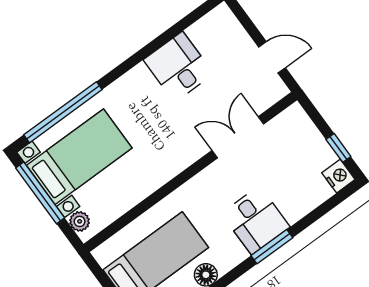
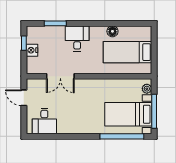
desk: (179, 67) -> (44, 121), moved
nightstand: (338, 176) -> (32, 50), moved
window: (272, 247) -> (55, 23), moved

